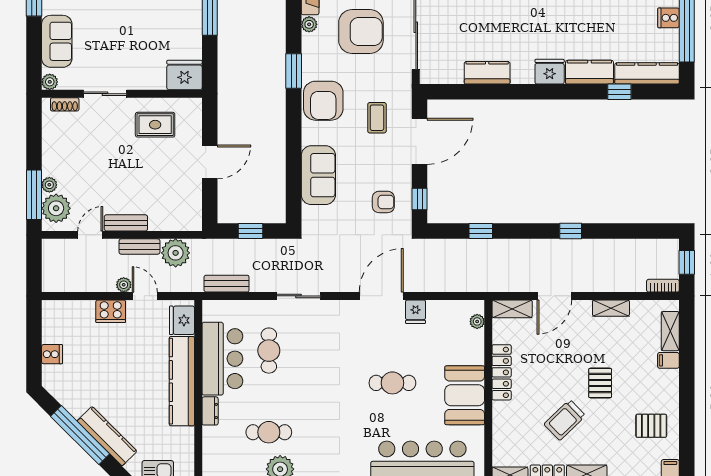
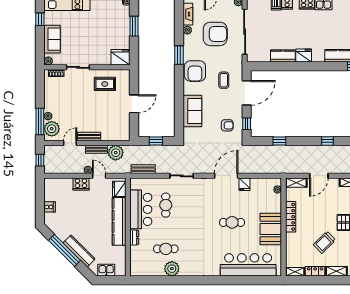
fridge: (550, 72) -> (304, 55), moved
window: (34, 267) -> (40, 160), added

